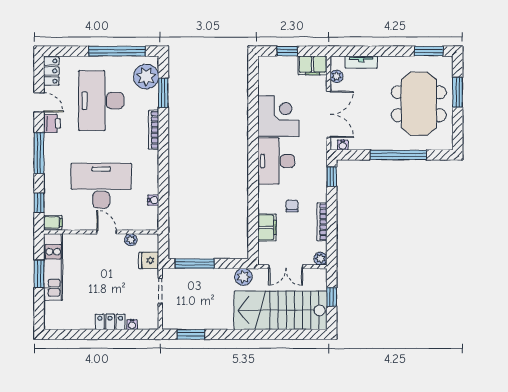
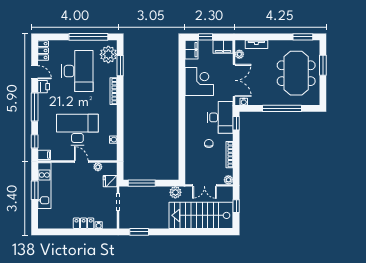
desk: (101, 101) -> (77, 71), turned 180
desk: (276, 161) -> (220, 117), moved, turned 180
filing cabinet: (267, 227) -> (192, 50), moved

